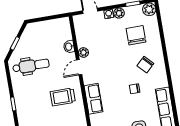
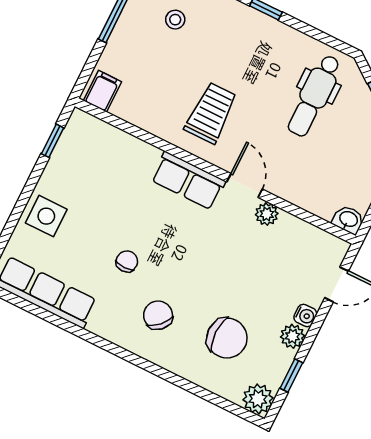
washbasin: (69, 47) -> (348, 220), moved
row of seats: (93, 99) -> (188, 181), moved

